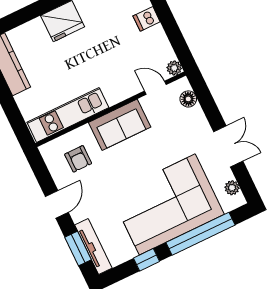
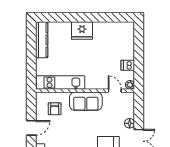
dishwasher: (147, 19) -> (128, 65), moved
floor lamp: (188, 99) -> (130, 123), moved

